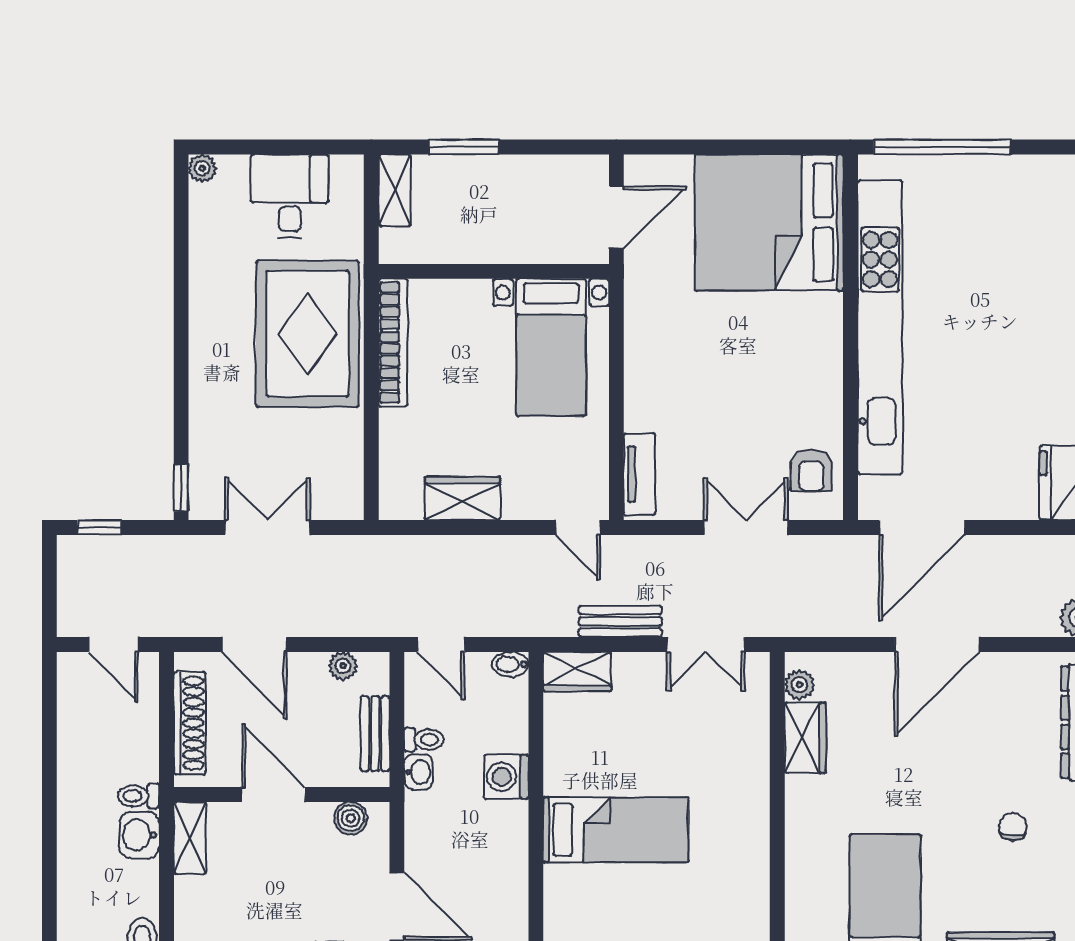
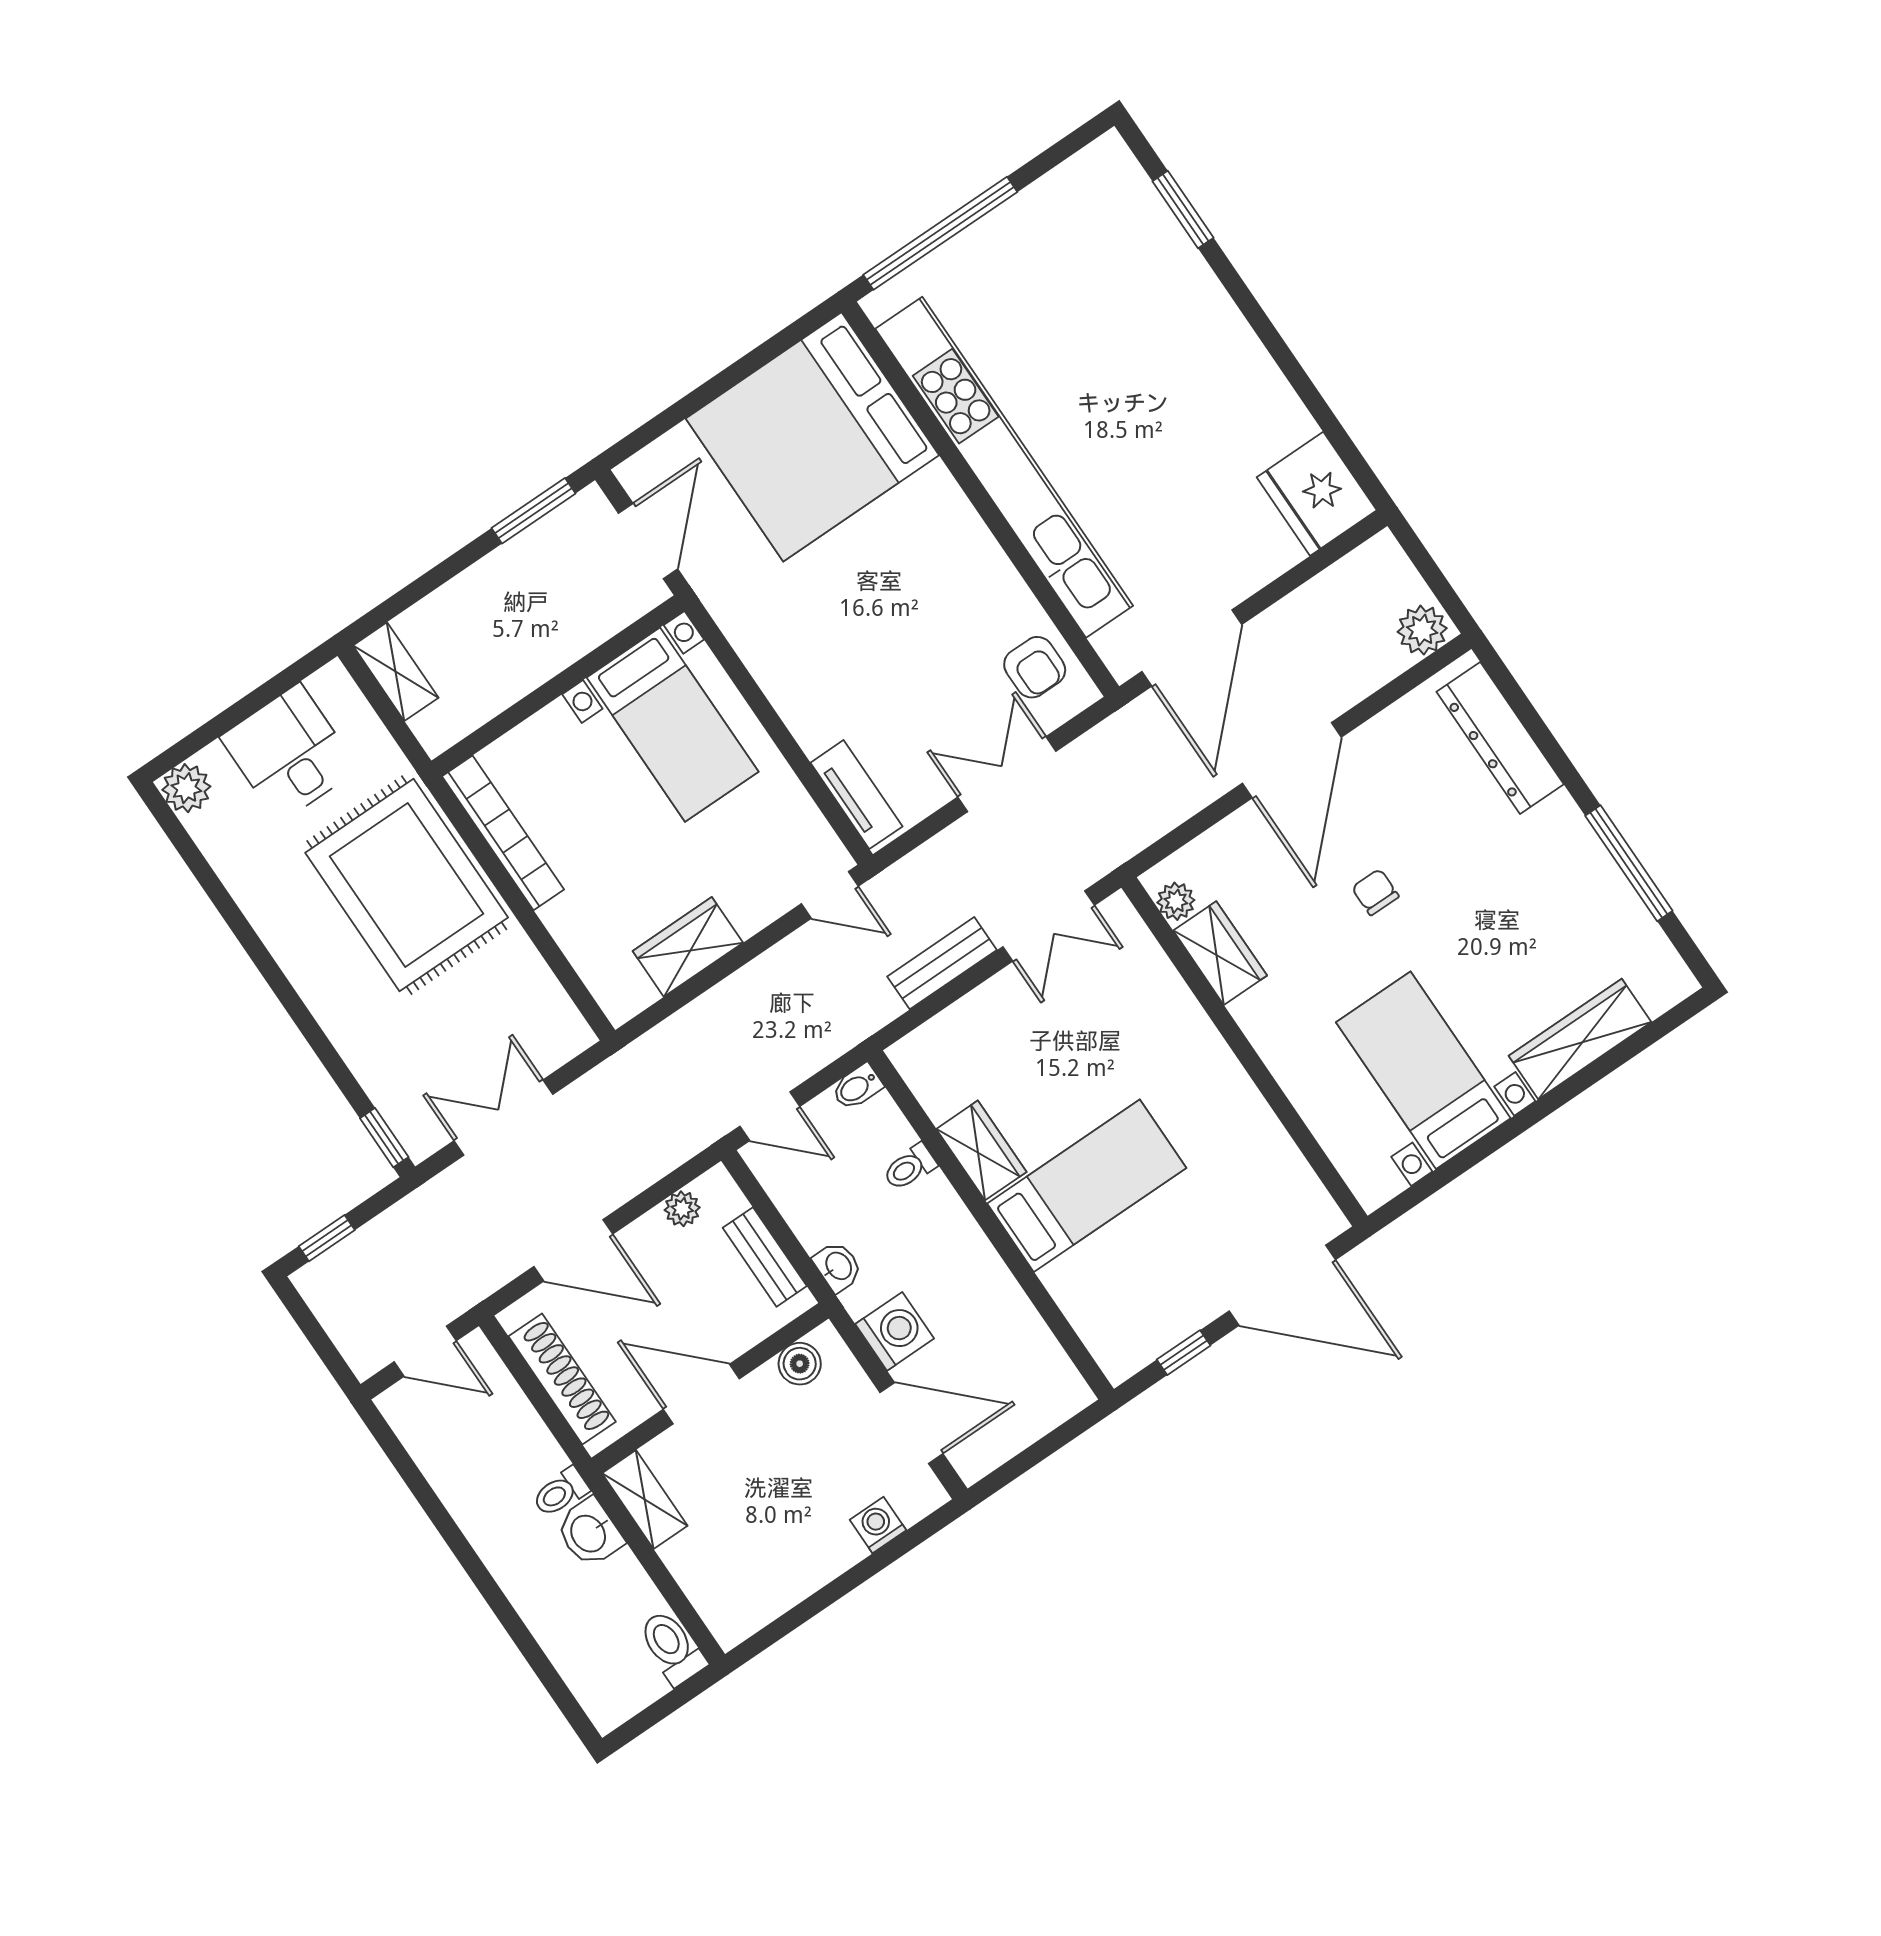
window: (464, 147) -> (533, 511), moved
plant: (202, 168) -> (186, 788), width x1.38, depth x1.38
wardrobe: (577, 672) -> (981, 1150), moved, turned -90
toilet: (424, 740) -> (910, 1167), moved, turned 180
washing machine: (506, 777) -> (895, 1331), moved, turned 180
chair: (1013, 827) -> (1375, 892), moved

